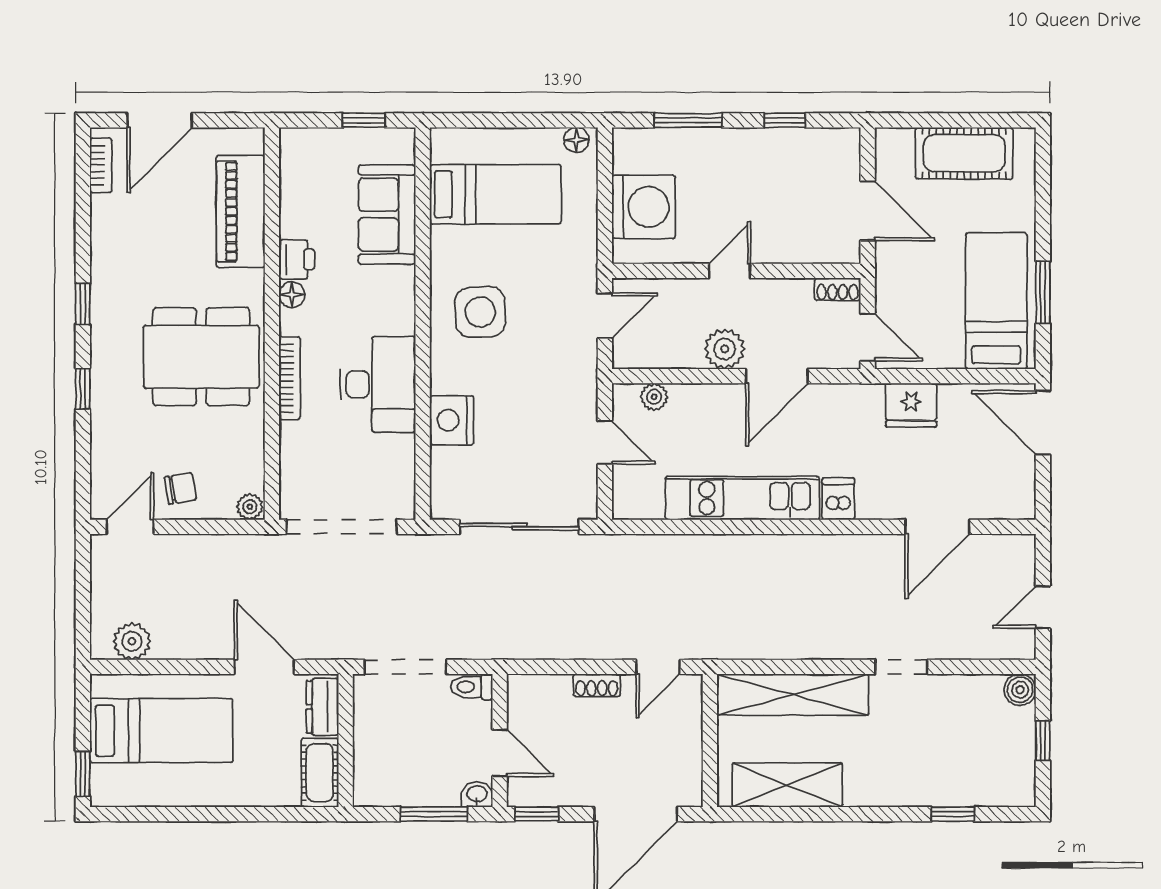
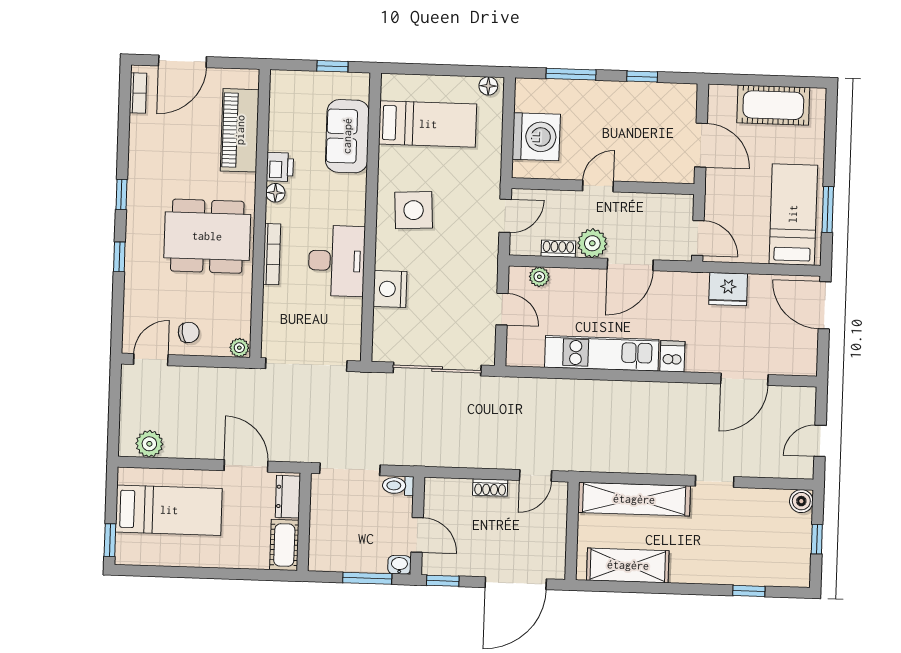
shoe rack: (838, 289) -> (558, 249), moved, turned 180

